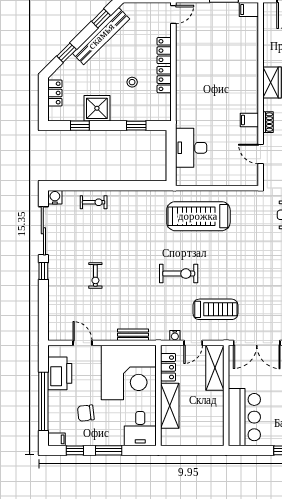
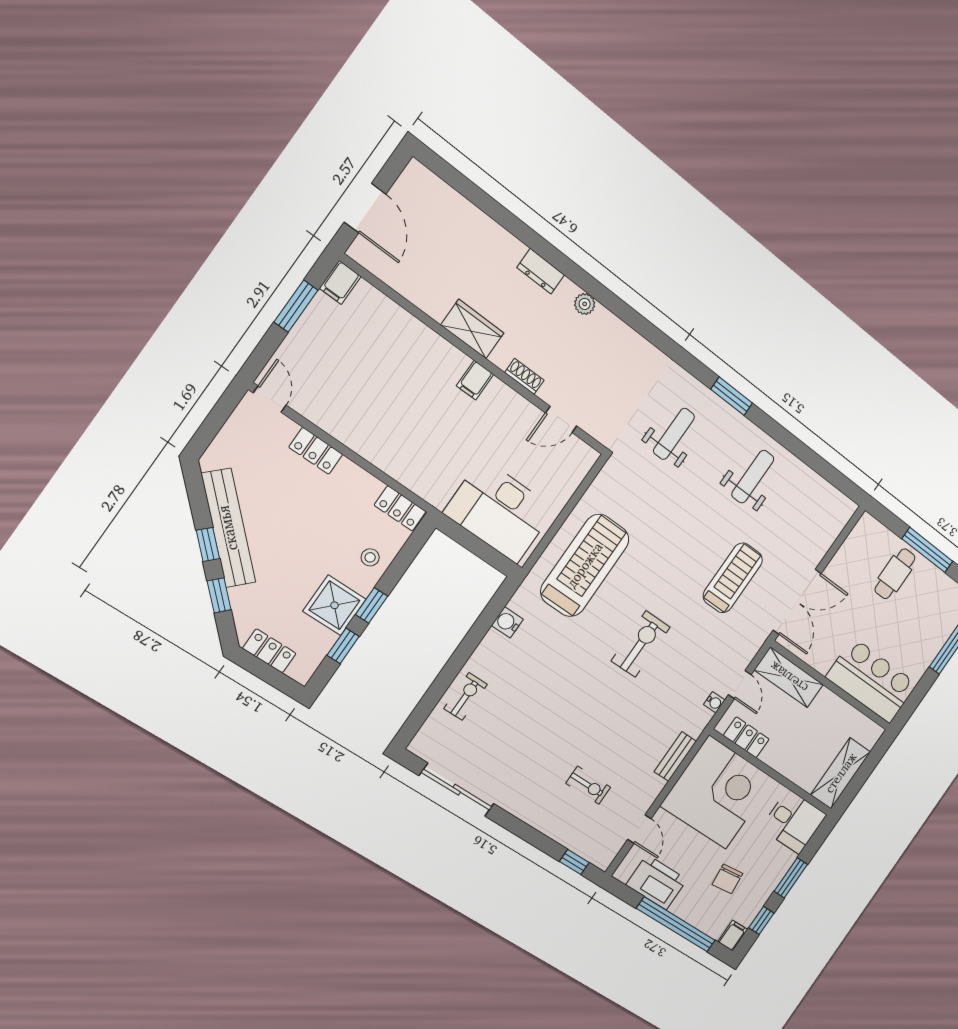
window: (101, 18) -> (208, 545), moved
locker: (164, 80) -> (400, 508), moved
stool: (132, 82) -> (370, 557), moved
filing cabinet: (249, 120) -> (475, 380), moved
window: (136, 126) -> (372, 605), moved
desk: (191, 148) -> (499, 511), width x1.36, depth x1.30
water cooler: (55, 197) -> (507, 622), moved
treadmill: (198, 216) -> (585, 565), turned 180
window: (43, 271) -> (574, 862), moved
exercise bike: (95, 276) -> (588, 785), moved
treadmill: (215, 309) -> (733, 578), moved
door: (82, 343) -> (639, 829), swing flipped
shelving: (170, 406) -> (841, 773), moved, turned 90

